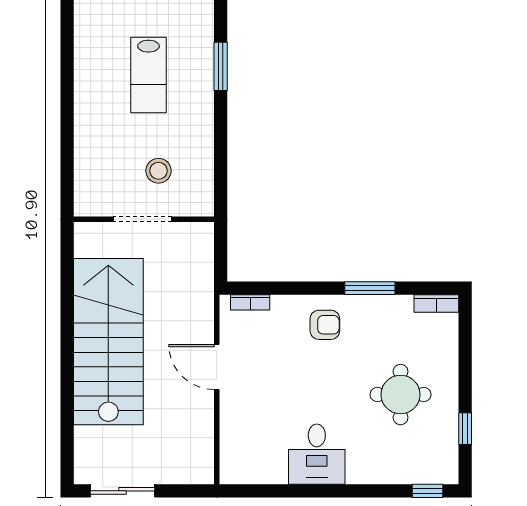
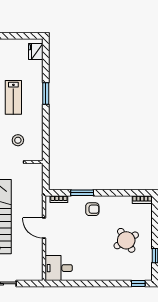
window: (370, 288) -> (82, 193), moved
round table: (401, 395) -> (126, 240), turned -31
desk: (317, 454) -> (59, 268), moved, turned 90

